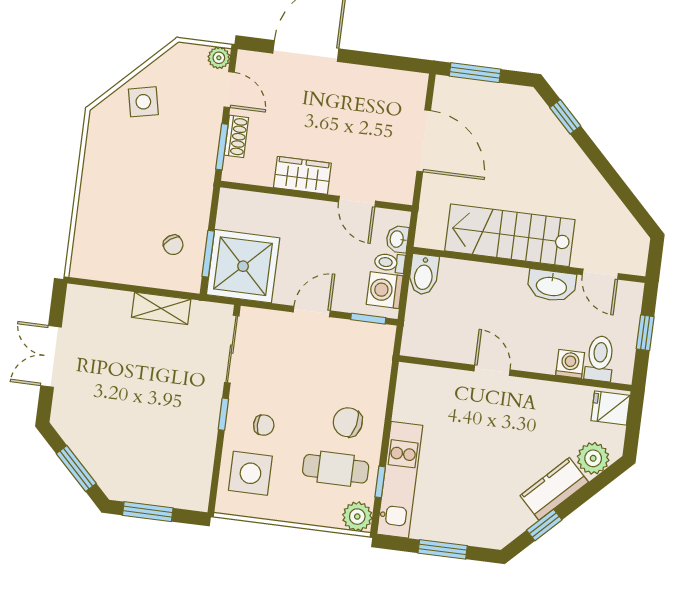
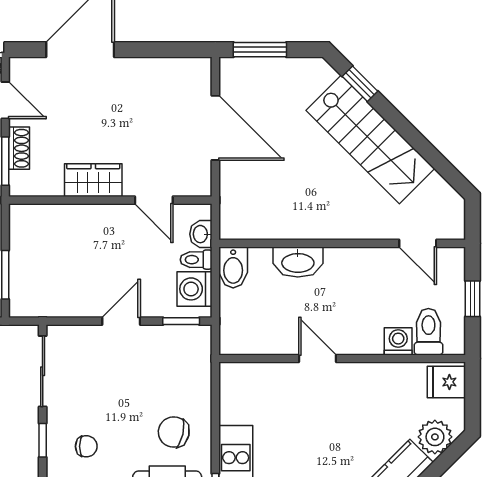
stairs: (510, 235) -> (370, 140), moved, turned -135
shower: (243, 266) -> (43, 283), removed
washbasin: (552, 286) -> (298, 262), moved

